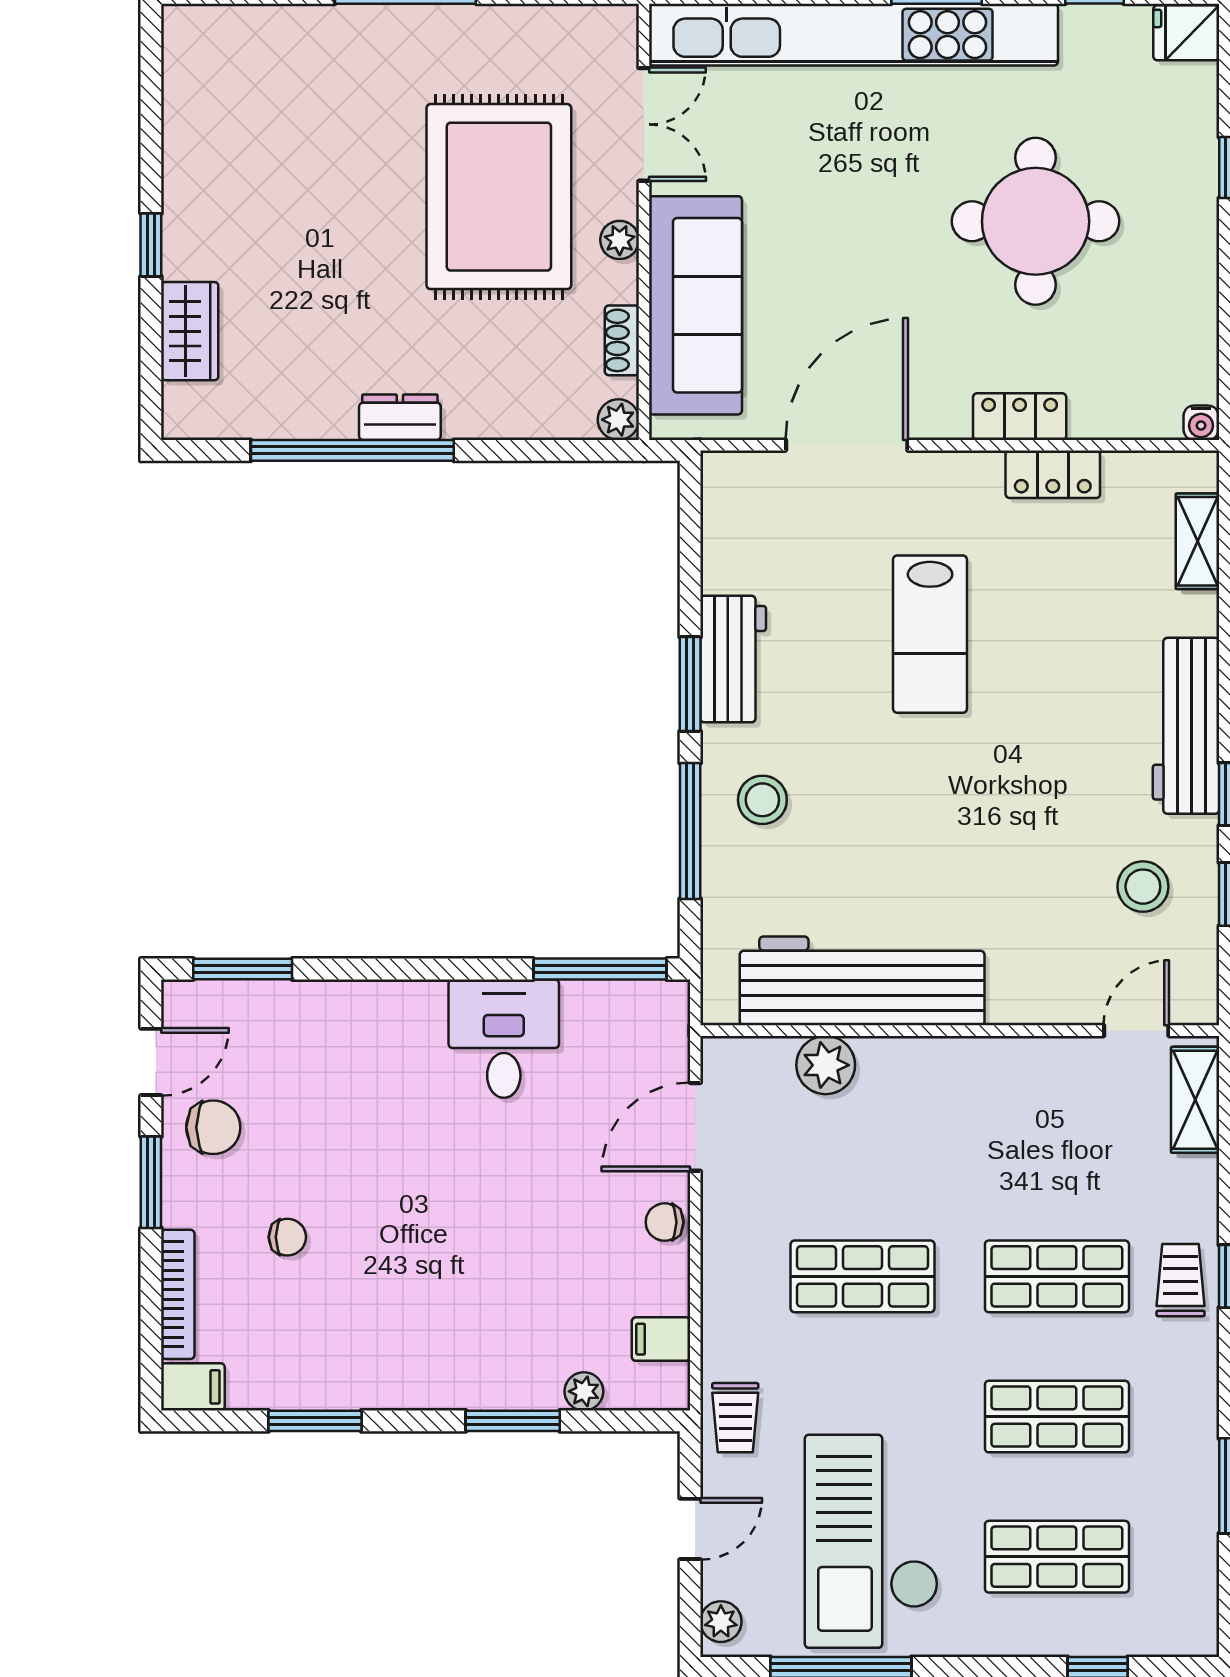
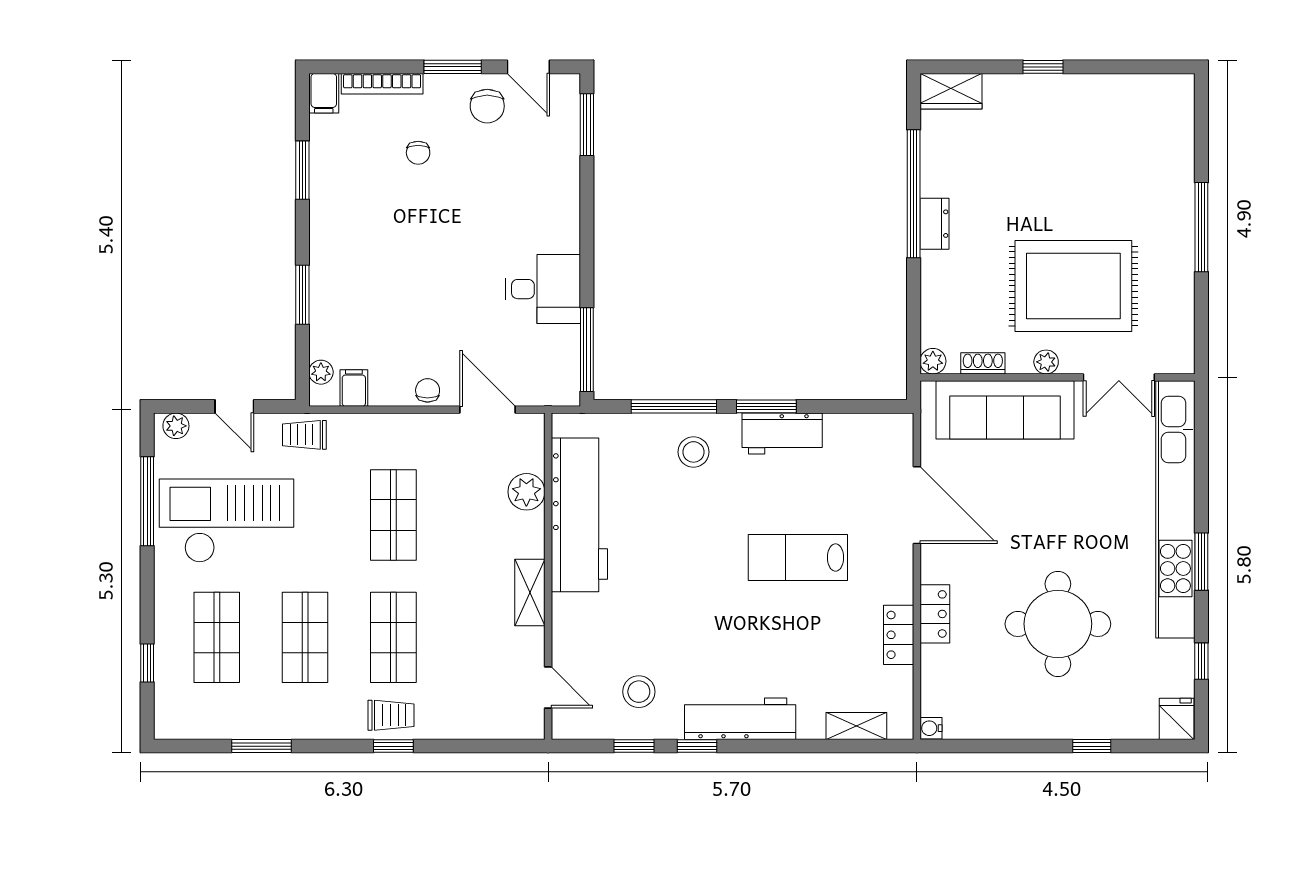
wardrobe: (190, 331) -> (951, 91), moved
shelving: (1195, 1100) -> (530, 593), moved, turned 90
plant: (584, 1391) -> (321, 372), moved

